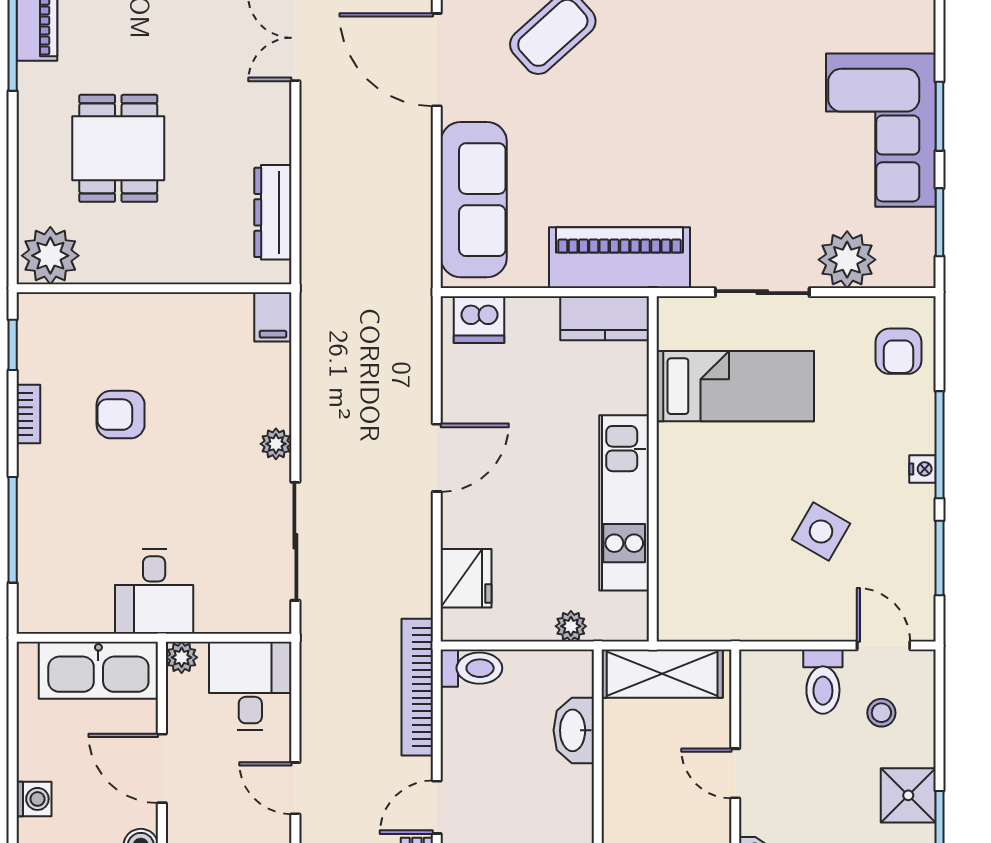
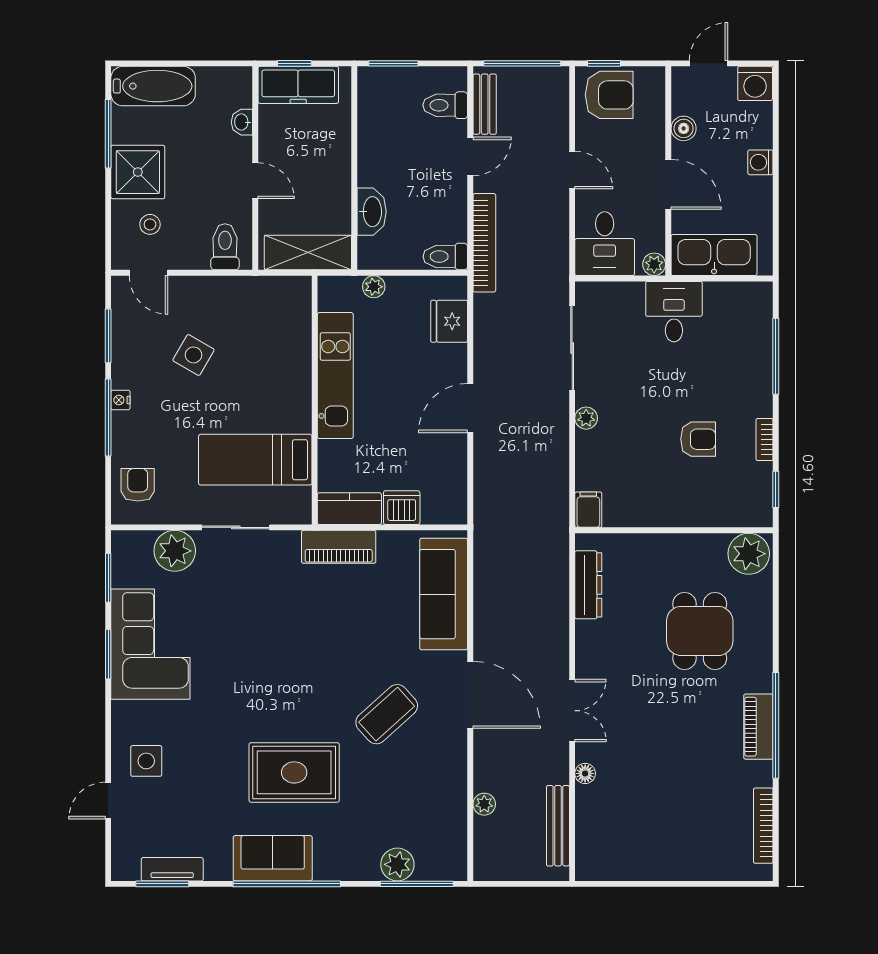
piano: (620, 258) -> (339, 547), width x0.73, depth x0.75
dishwasher: (479, 320) -> (402, 508), moved
toilet: (823, 682) -> (225, 247), moved
shower: (908, 795) -> (138, 172), width x1.36, depth x1.36

